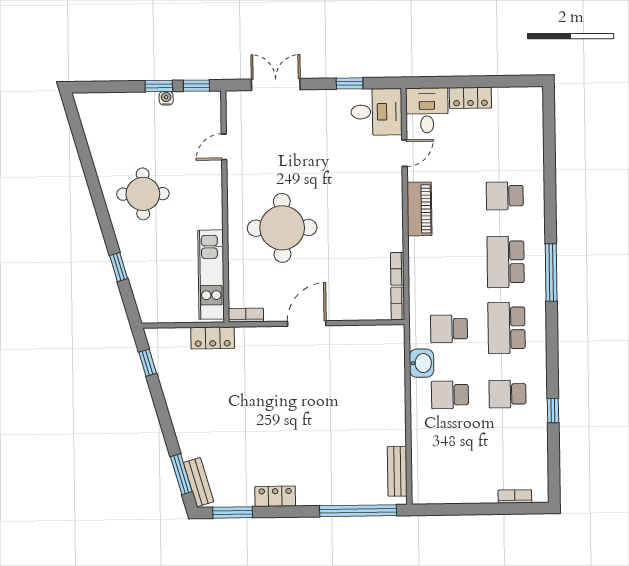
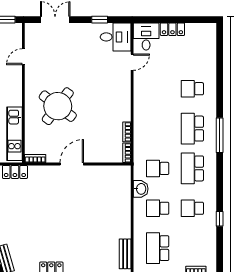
piano: (419, 209) -> (141, 96), removed
round table: (282, 228) -> (58, 106), turned 37
school desk: (451, 461) -> (158, 248), added

